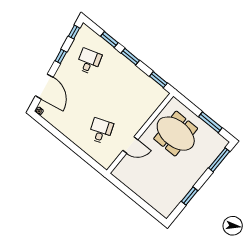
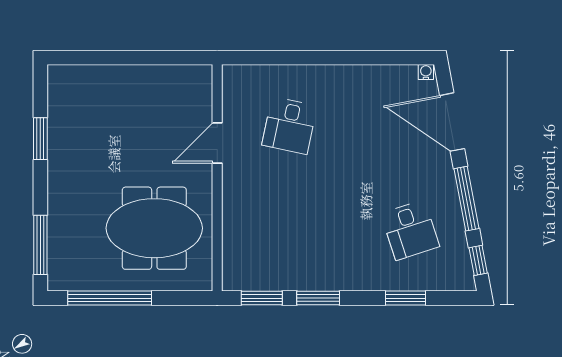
window: (61, 56) -> (466, 199), width x2.17
window: (130, 57) -> (318, 298), moved
window: (210, 122) -> (110, 298), width x1.46
desk: (101, 131) -> (290, 126), turned 33

